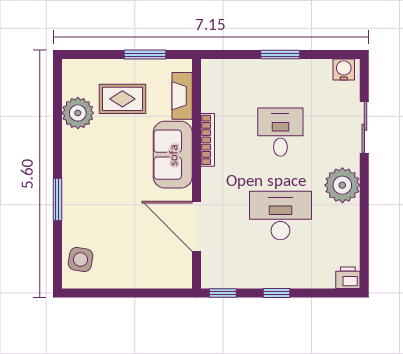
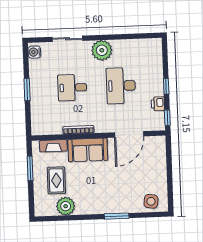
printer: (348, 278) -> (158, 104), moved

